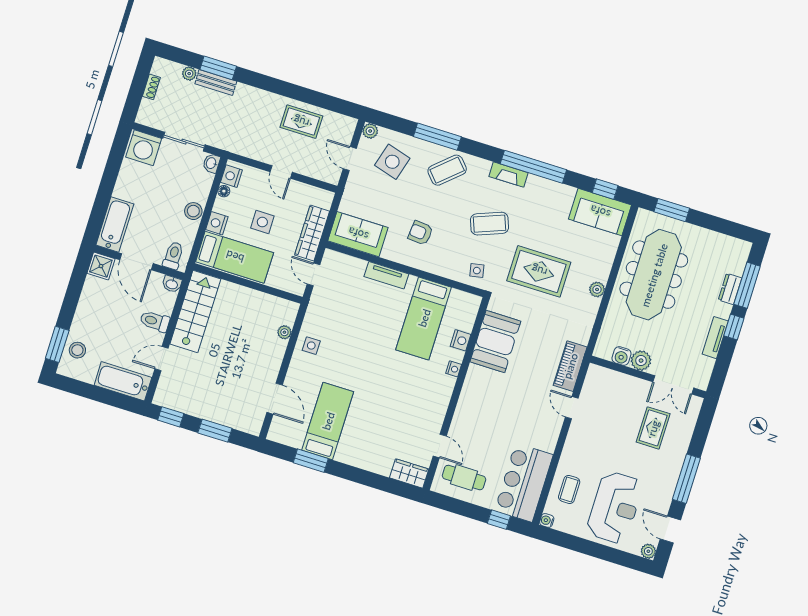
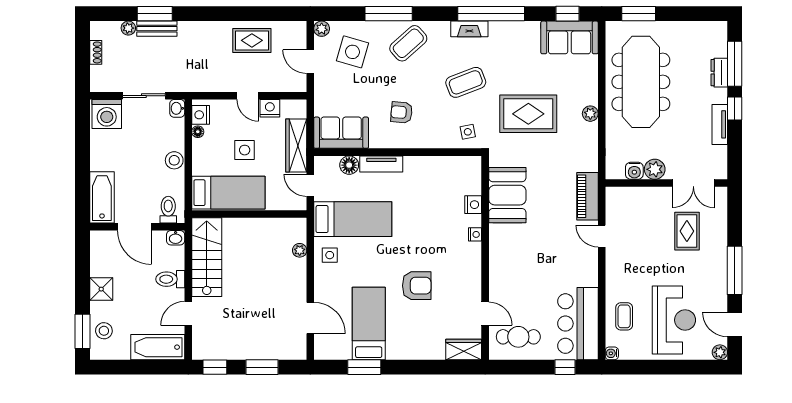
nightstand: (217, 223) -> (270, 108), moved, turned 90
shower: (101, 266) -> (101, 289), moved
floor lamp: (356, 267) -> (349, 165), added
bed: (424, 318) -> (353, 219), moved, turned -90
armchair: (384, 400) -> (417, 286), added

